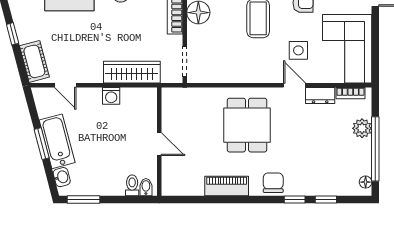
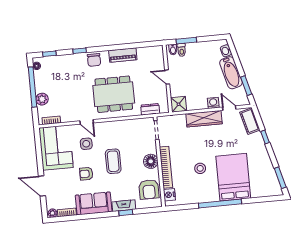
wardrobe: (132, 72) -> (204, 119), moved
washing machine: (111, 96) -> (213, 103), moved
dresser: (320, 96) -> (150, 109), moved
shower: (145, 99) -> (179, 104), added
dining table: (247, 125) -> (114, 94), width x1.38
window: (42, 144) -> (246, 86), moved
window: (84, 199) -> (186, 41), moved
window: (326, 199) -> (49, 54), moved

